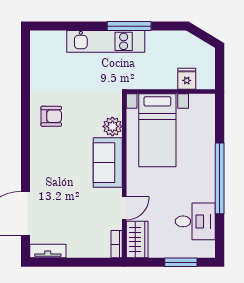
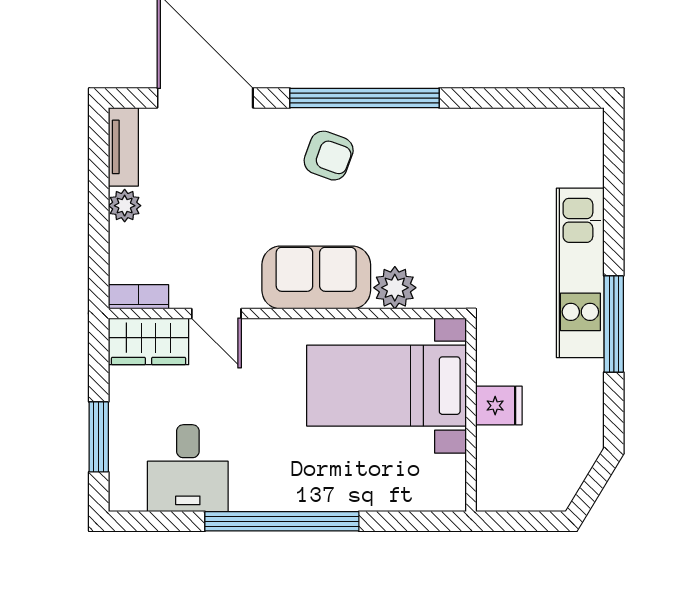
fridge: (187, 79) -> (499, 406), moved
armchair: (51, 116) -> (329, 156), moved, turned -70
window: (25, 140) -> (365, 98), added
plant: (75, 250) -> (125, 206), added

